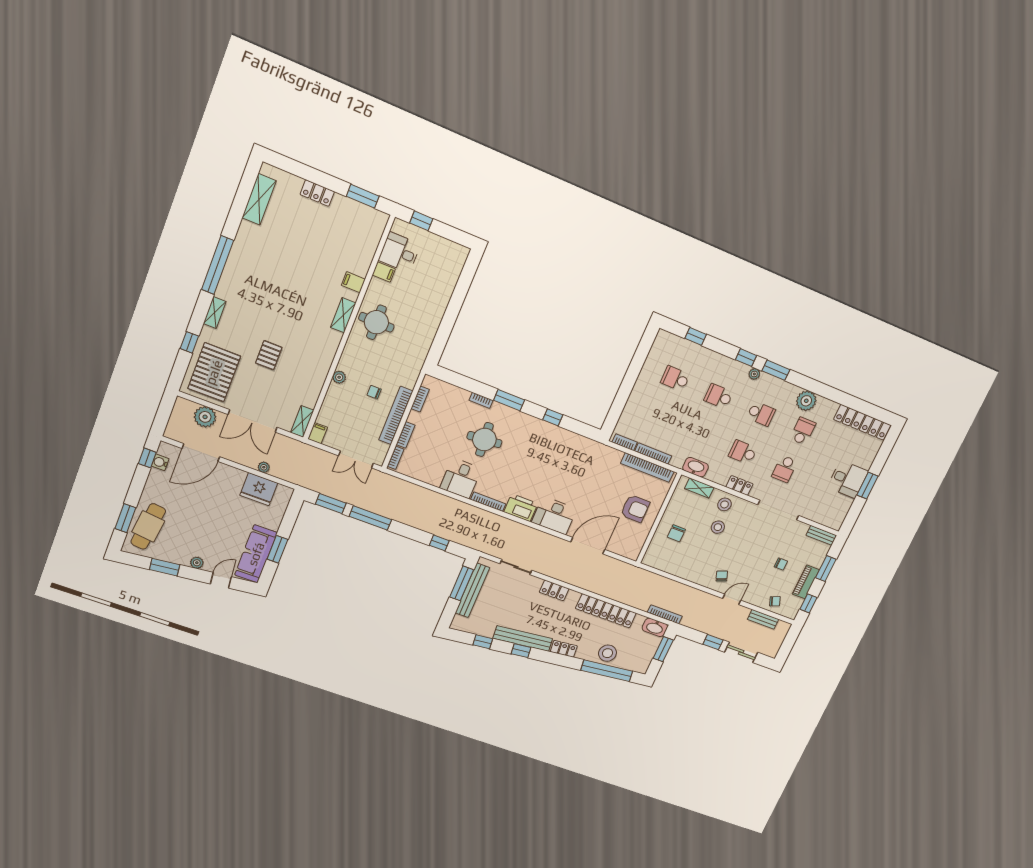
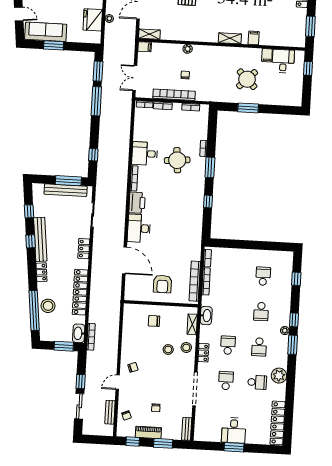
round table: (376, 322) -> (247, 79), moved, turned 45
window: (448, 323) -> (248, 108), added
school desk: (719, 396) -> (261, 312), turned 180
school desk: (785, 469) -> (226, 381), turned 90
door: (732, 599) -> (118, 382), swing flipped

